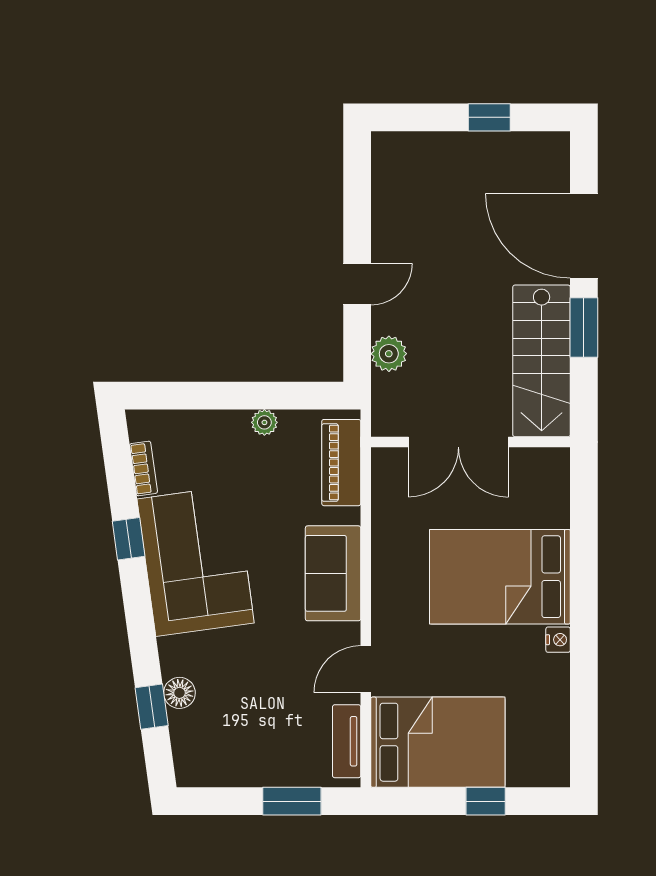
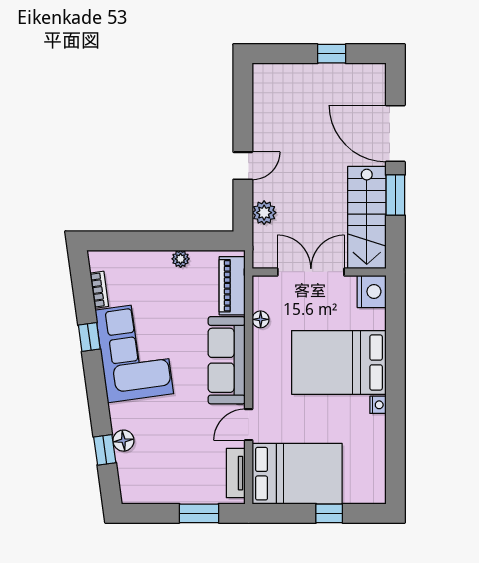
double door: (458, 442) -> (311, 272), swing flipped
nightstand: (549, 471) -> (372, 292), added
floor lamp: (383, 513) -> (261, 319), added
sofa: (333, 573) -> (227, 360), width x1.36

